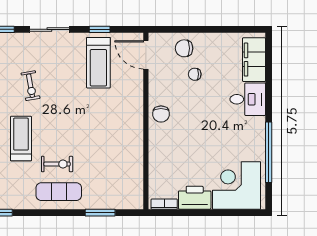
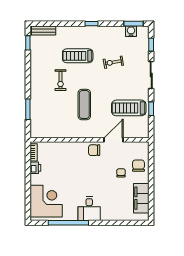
door: (146, 55) -> (114, 140), moved
filing cabinet: (254, 60) -> (141, 198), moved, turned -90
desk: (248, 99) -> (89, 209), moved
treadmill: (21, 139) -> (78, 56), turned 180
exercise mat: (59, 192) -> (84, 105), moved
printer: (195, 198) -> (35, 168), width x0.53, depth x0.68

